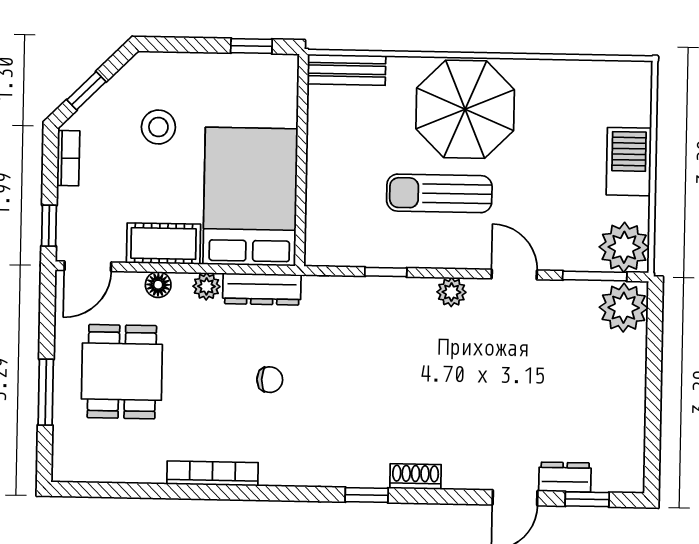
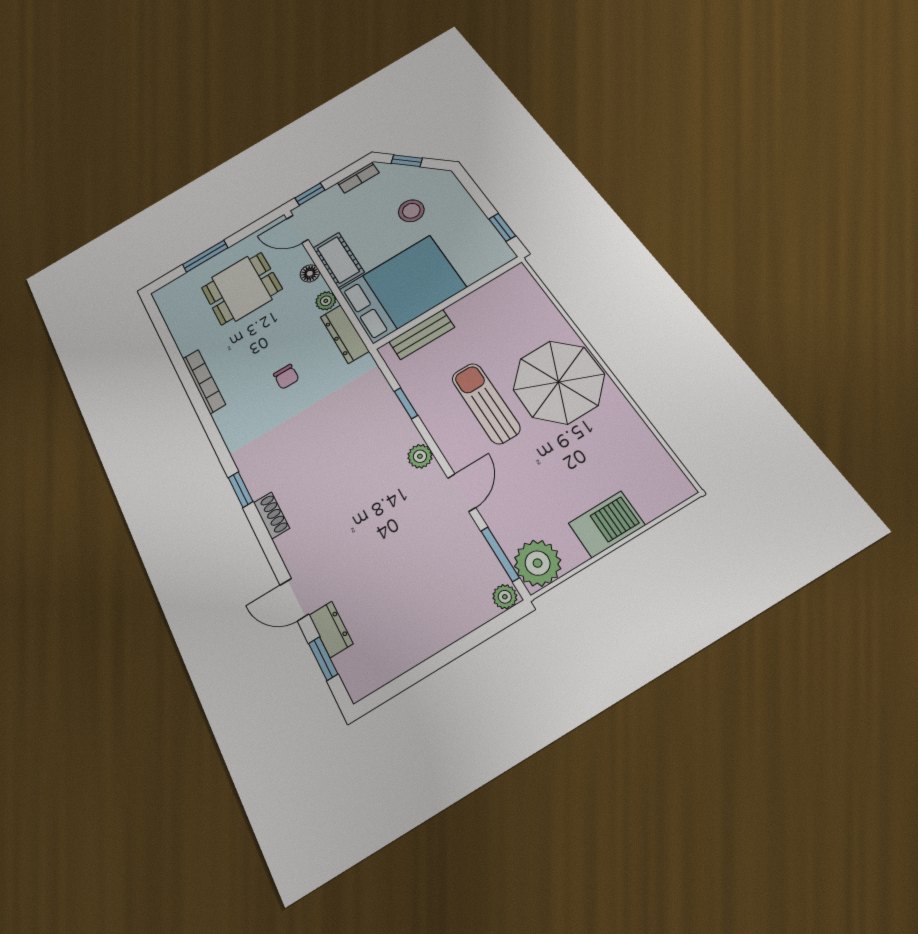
bench: (346, 70) -> (422, 334), moved, turned 90
plant: (624, 308) -> (505, 597), width x0.53, depth x0.53

